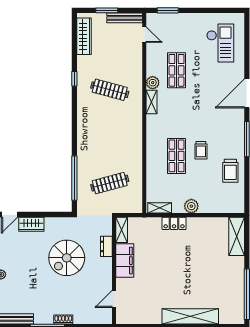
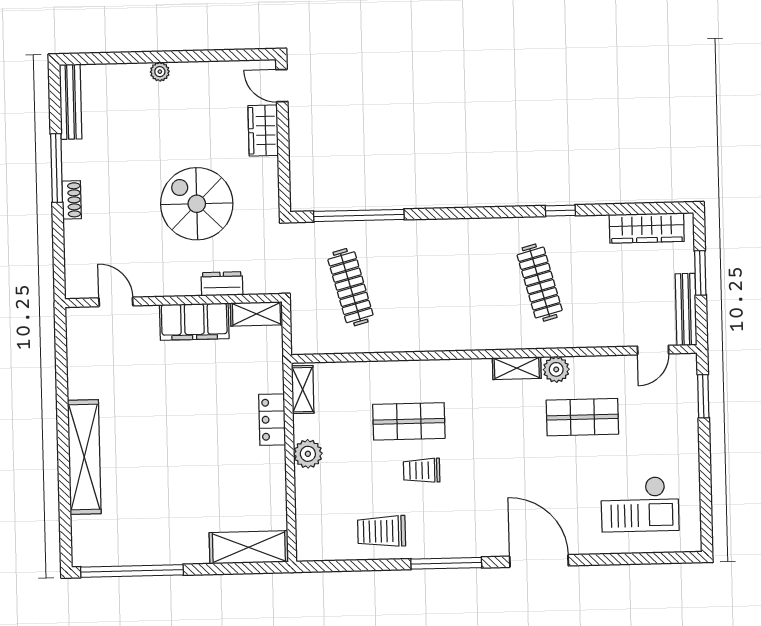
clothes rail: (110, 90) -> (540, 283), turned -30

